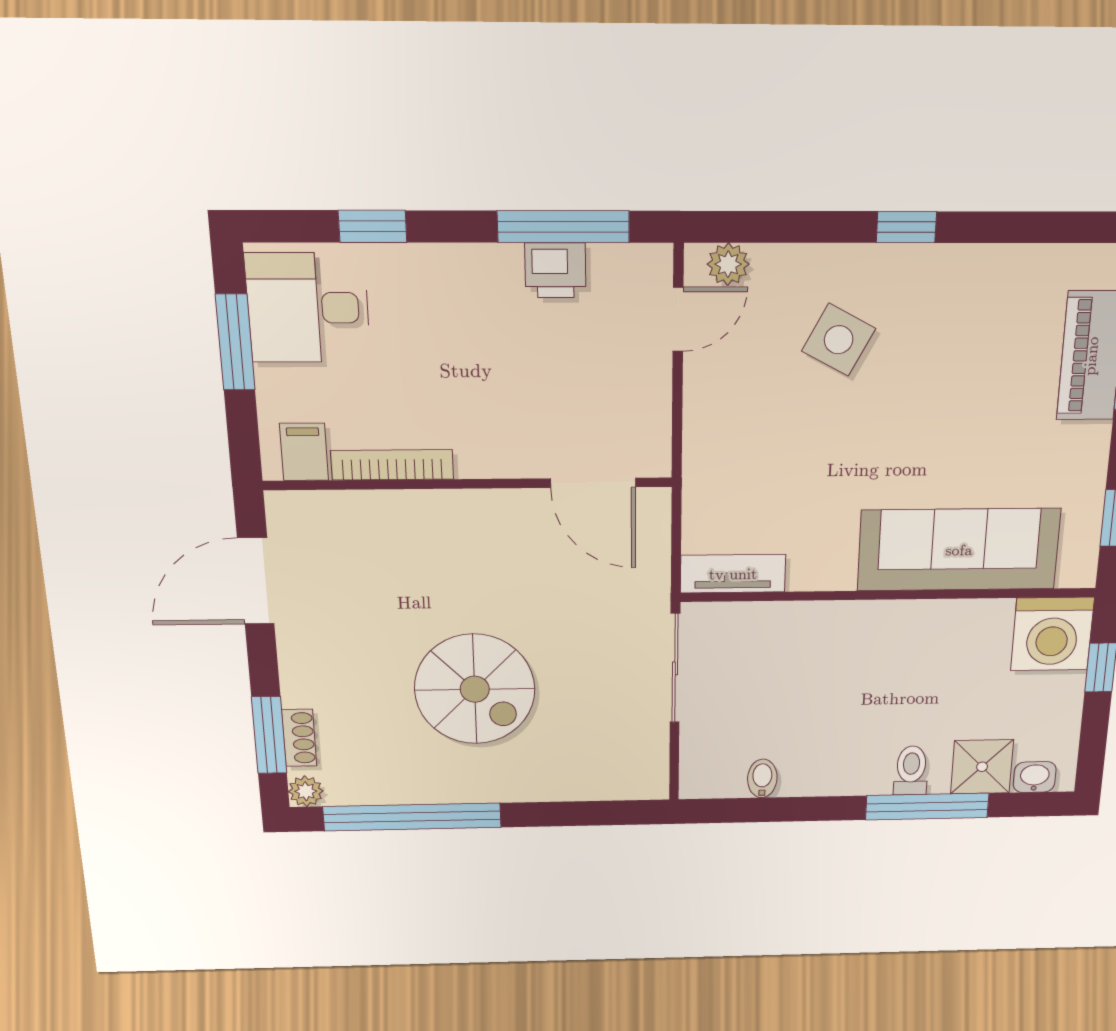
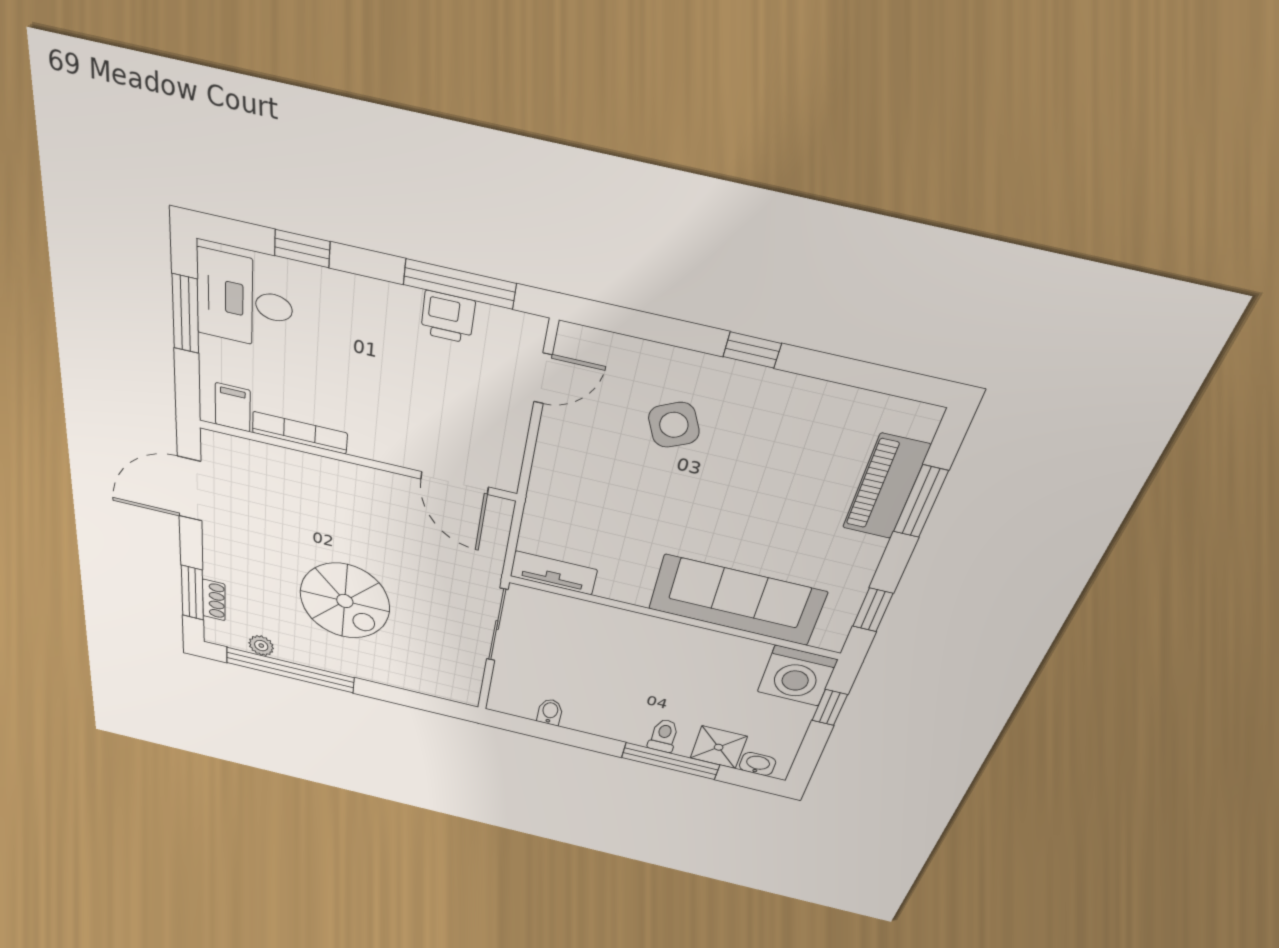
plant: (728, 264) -> (593, 345), removed
side table: (839, 340) -> (674, 425), turned 37
plant: (306, 791) -> (261, 646), moved

